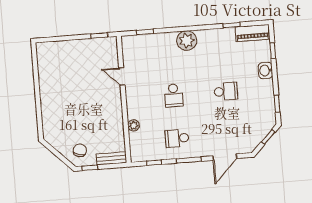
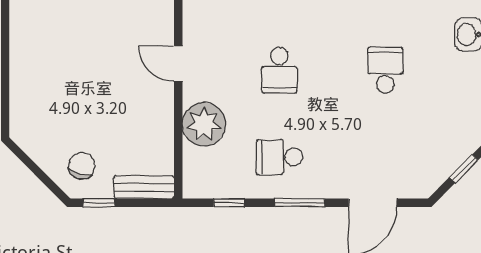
door: (122, 77) -> (178, 63), moved
school desk: (226, 91) -> (385, 70), turned -90
plant: (133, 125) -> (204, 124), width x1.87, depth x1.87

